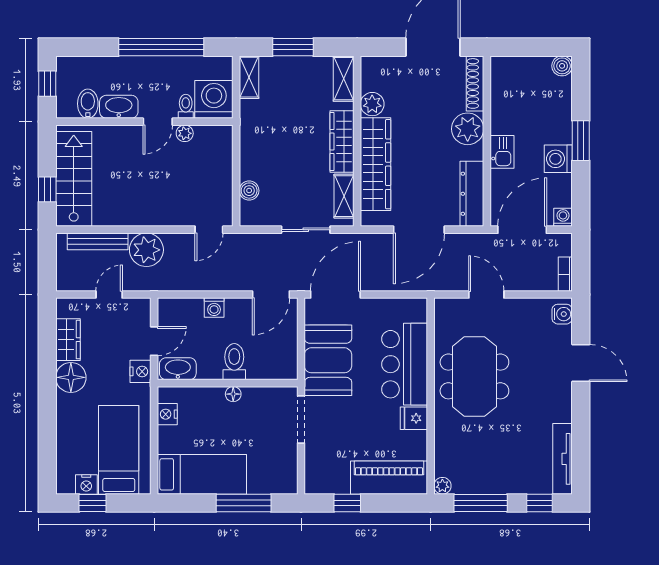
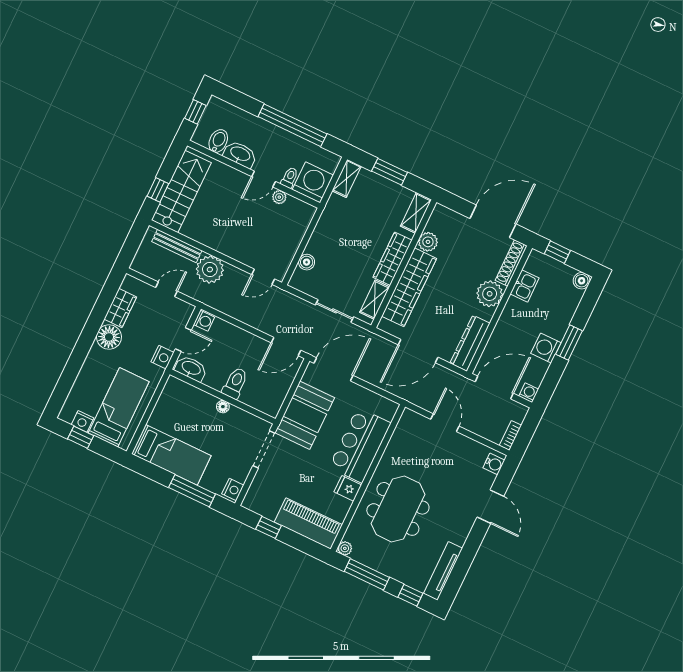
window: (520, 47) -> (557, 252), added
kitchen sink: (502, 152) -> (525, 286), moved
washing machine: (214, 308) -> (204, 321), moved, turned -90
meeting table: (474, 376) -> (398, 509), moved
nightstand: (167, 414) -> (233, 489), moved, turned 180

